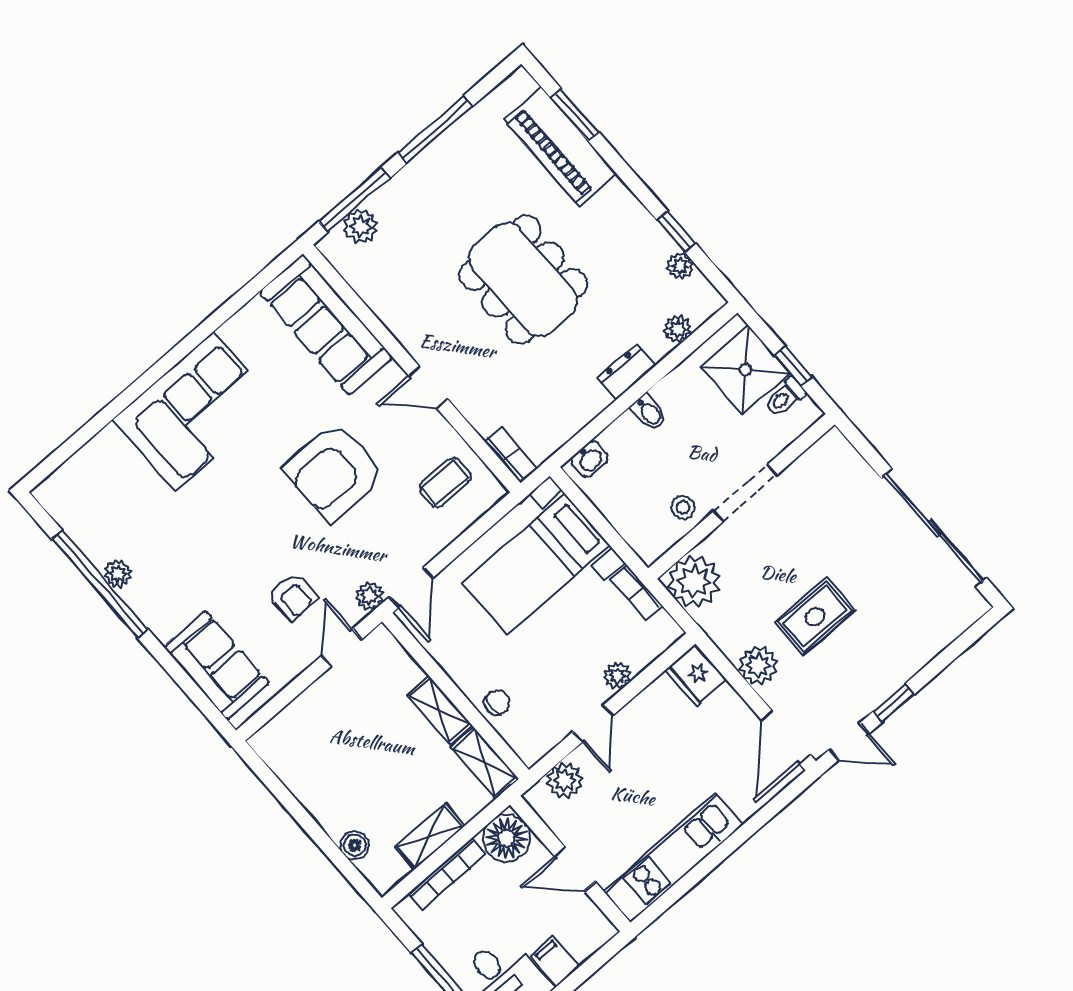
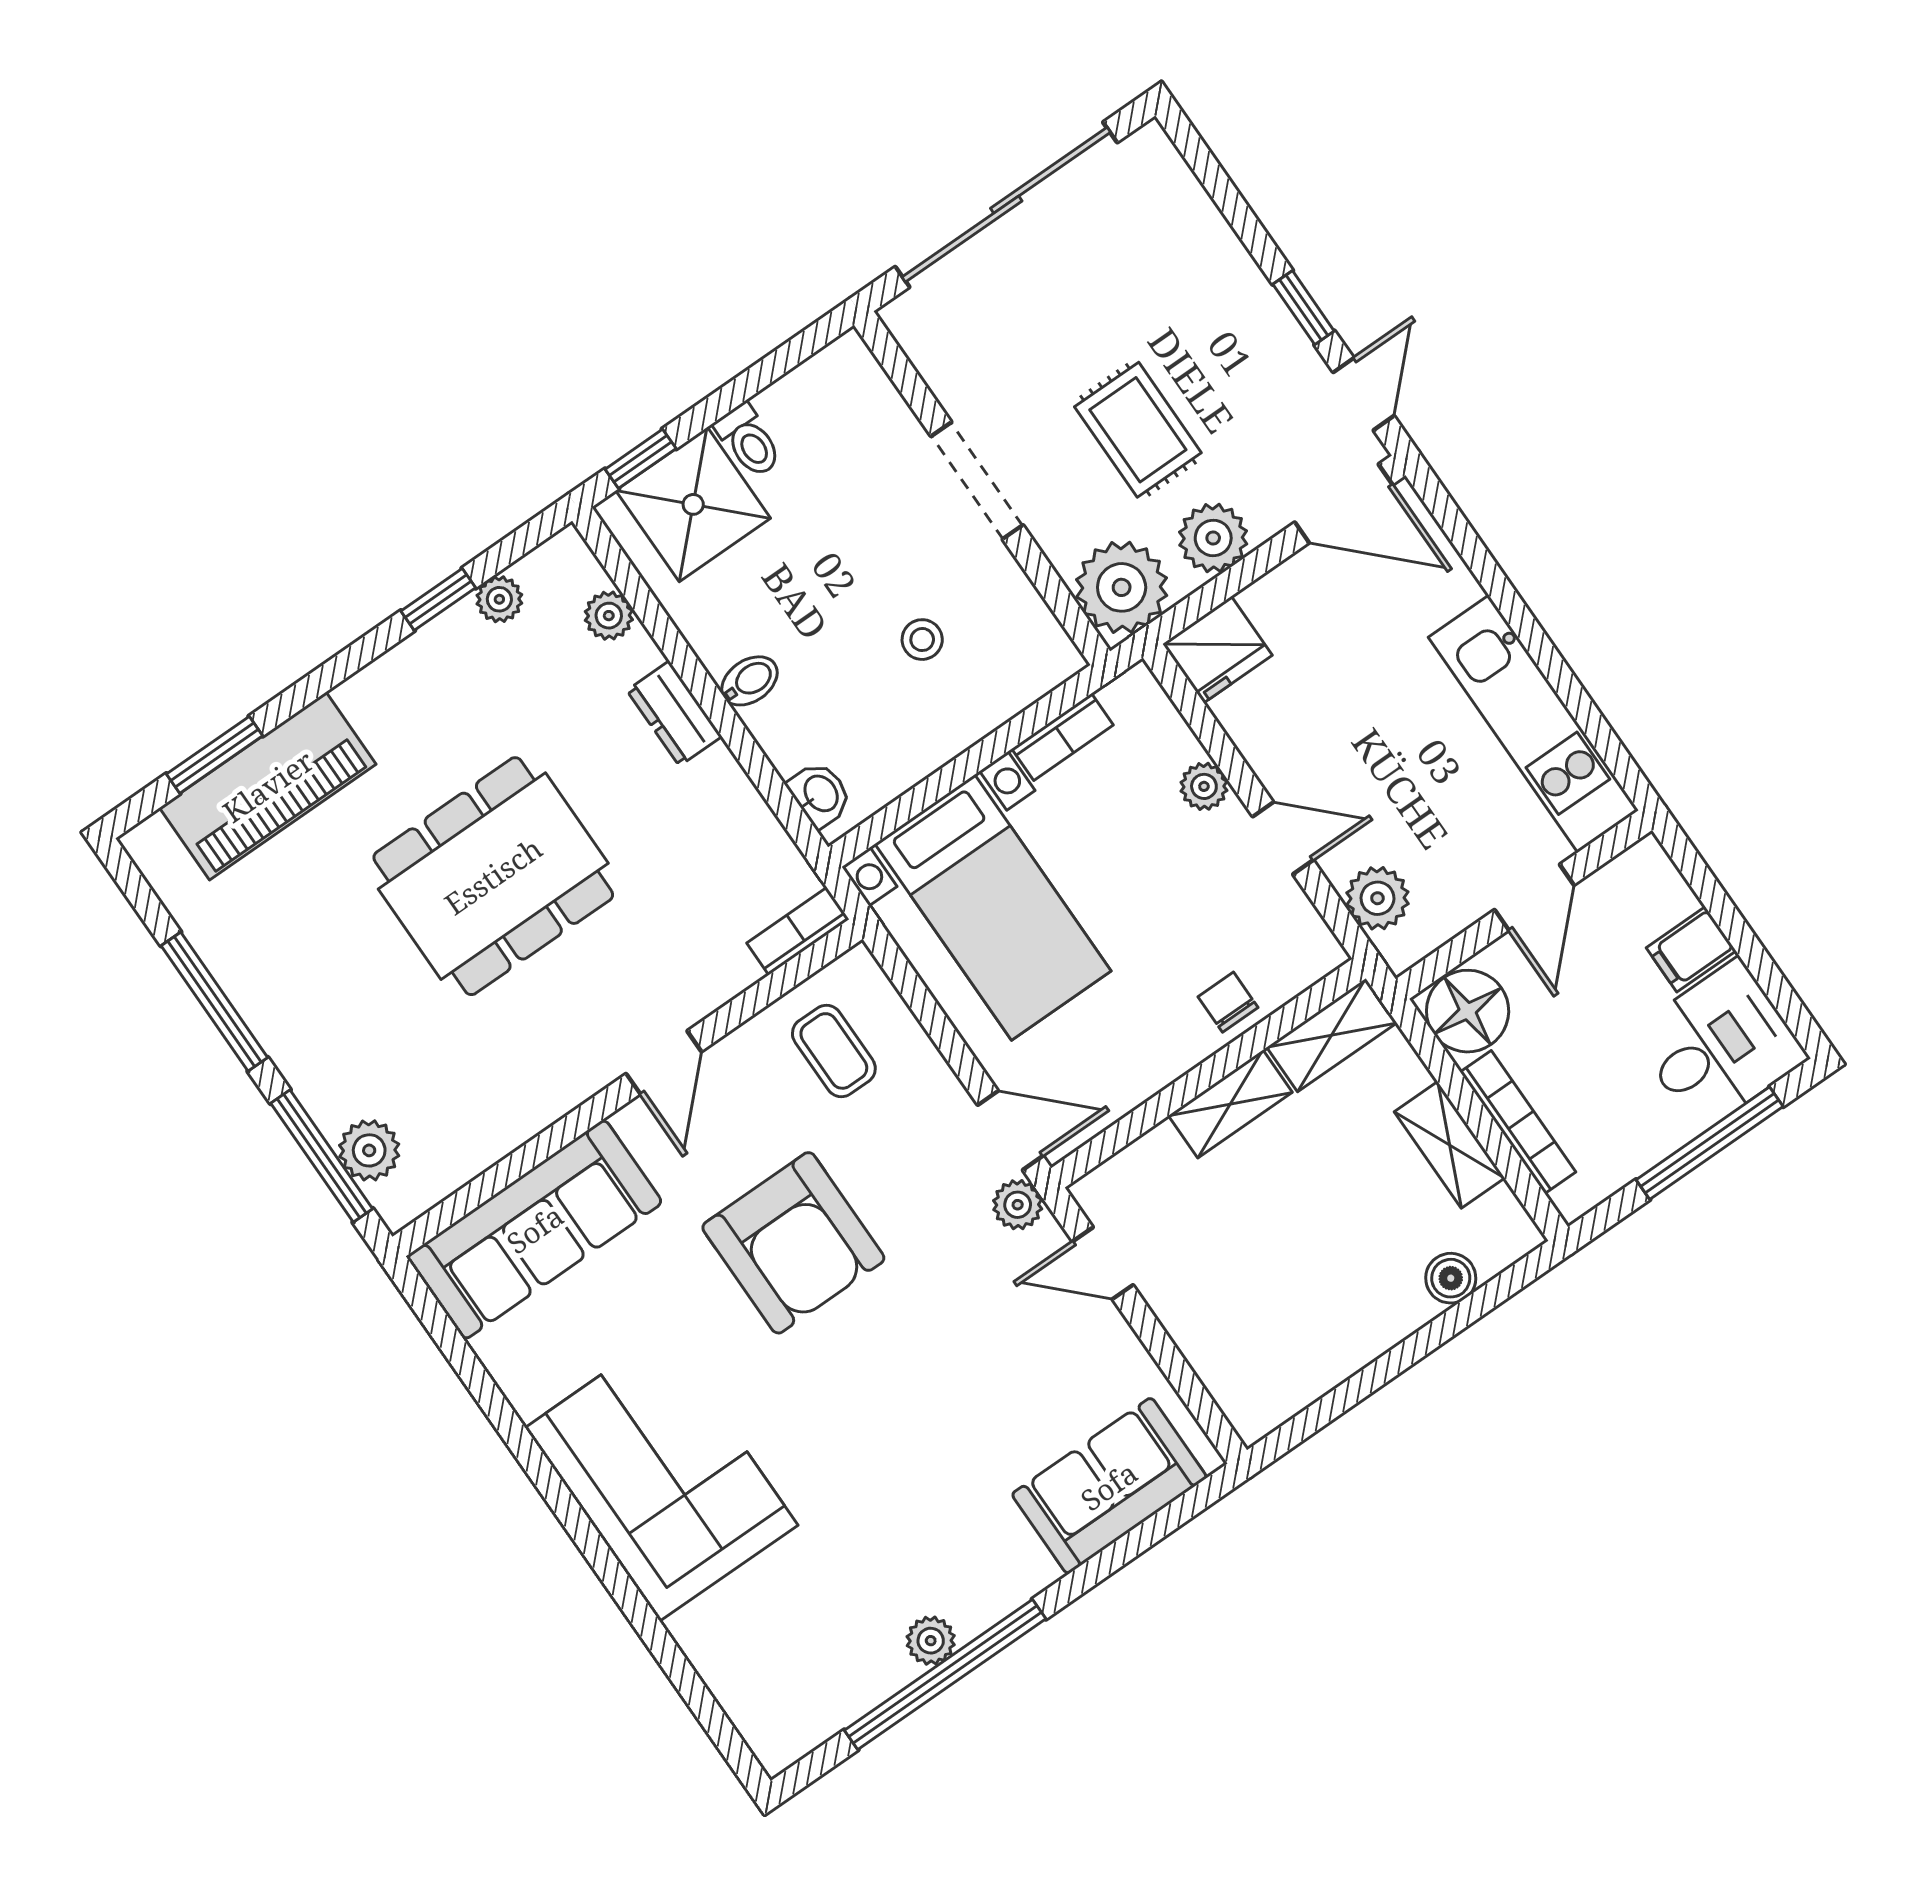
window: (793, 366) -> (641, 459), moved
doorway: (745, 493) -> (977, 481), moved
wall: (741, 496) -> (982, 488), moved
plant: (694, 581) -> (1122, 587), moved
armchair: (293, 596) -> (1004, 1339), removed

